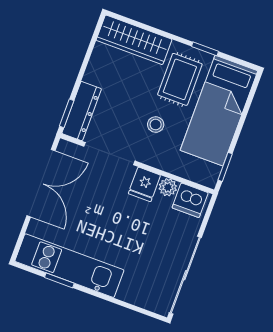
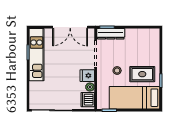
wardrobe: (134, 40) -> (153, 46), removed

